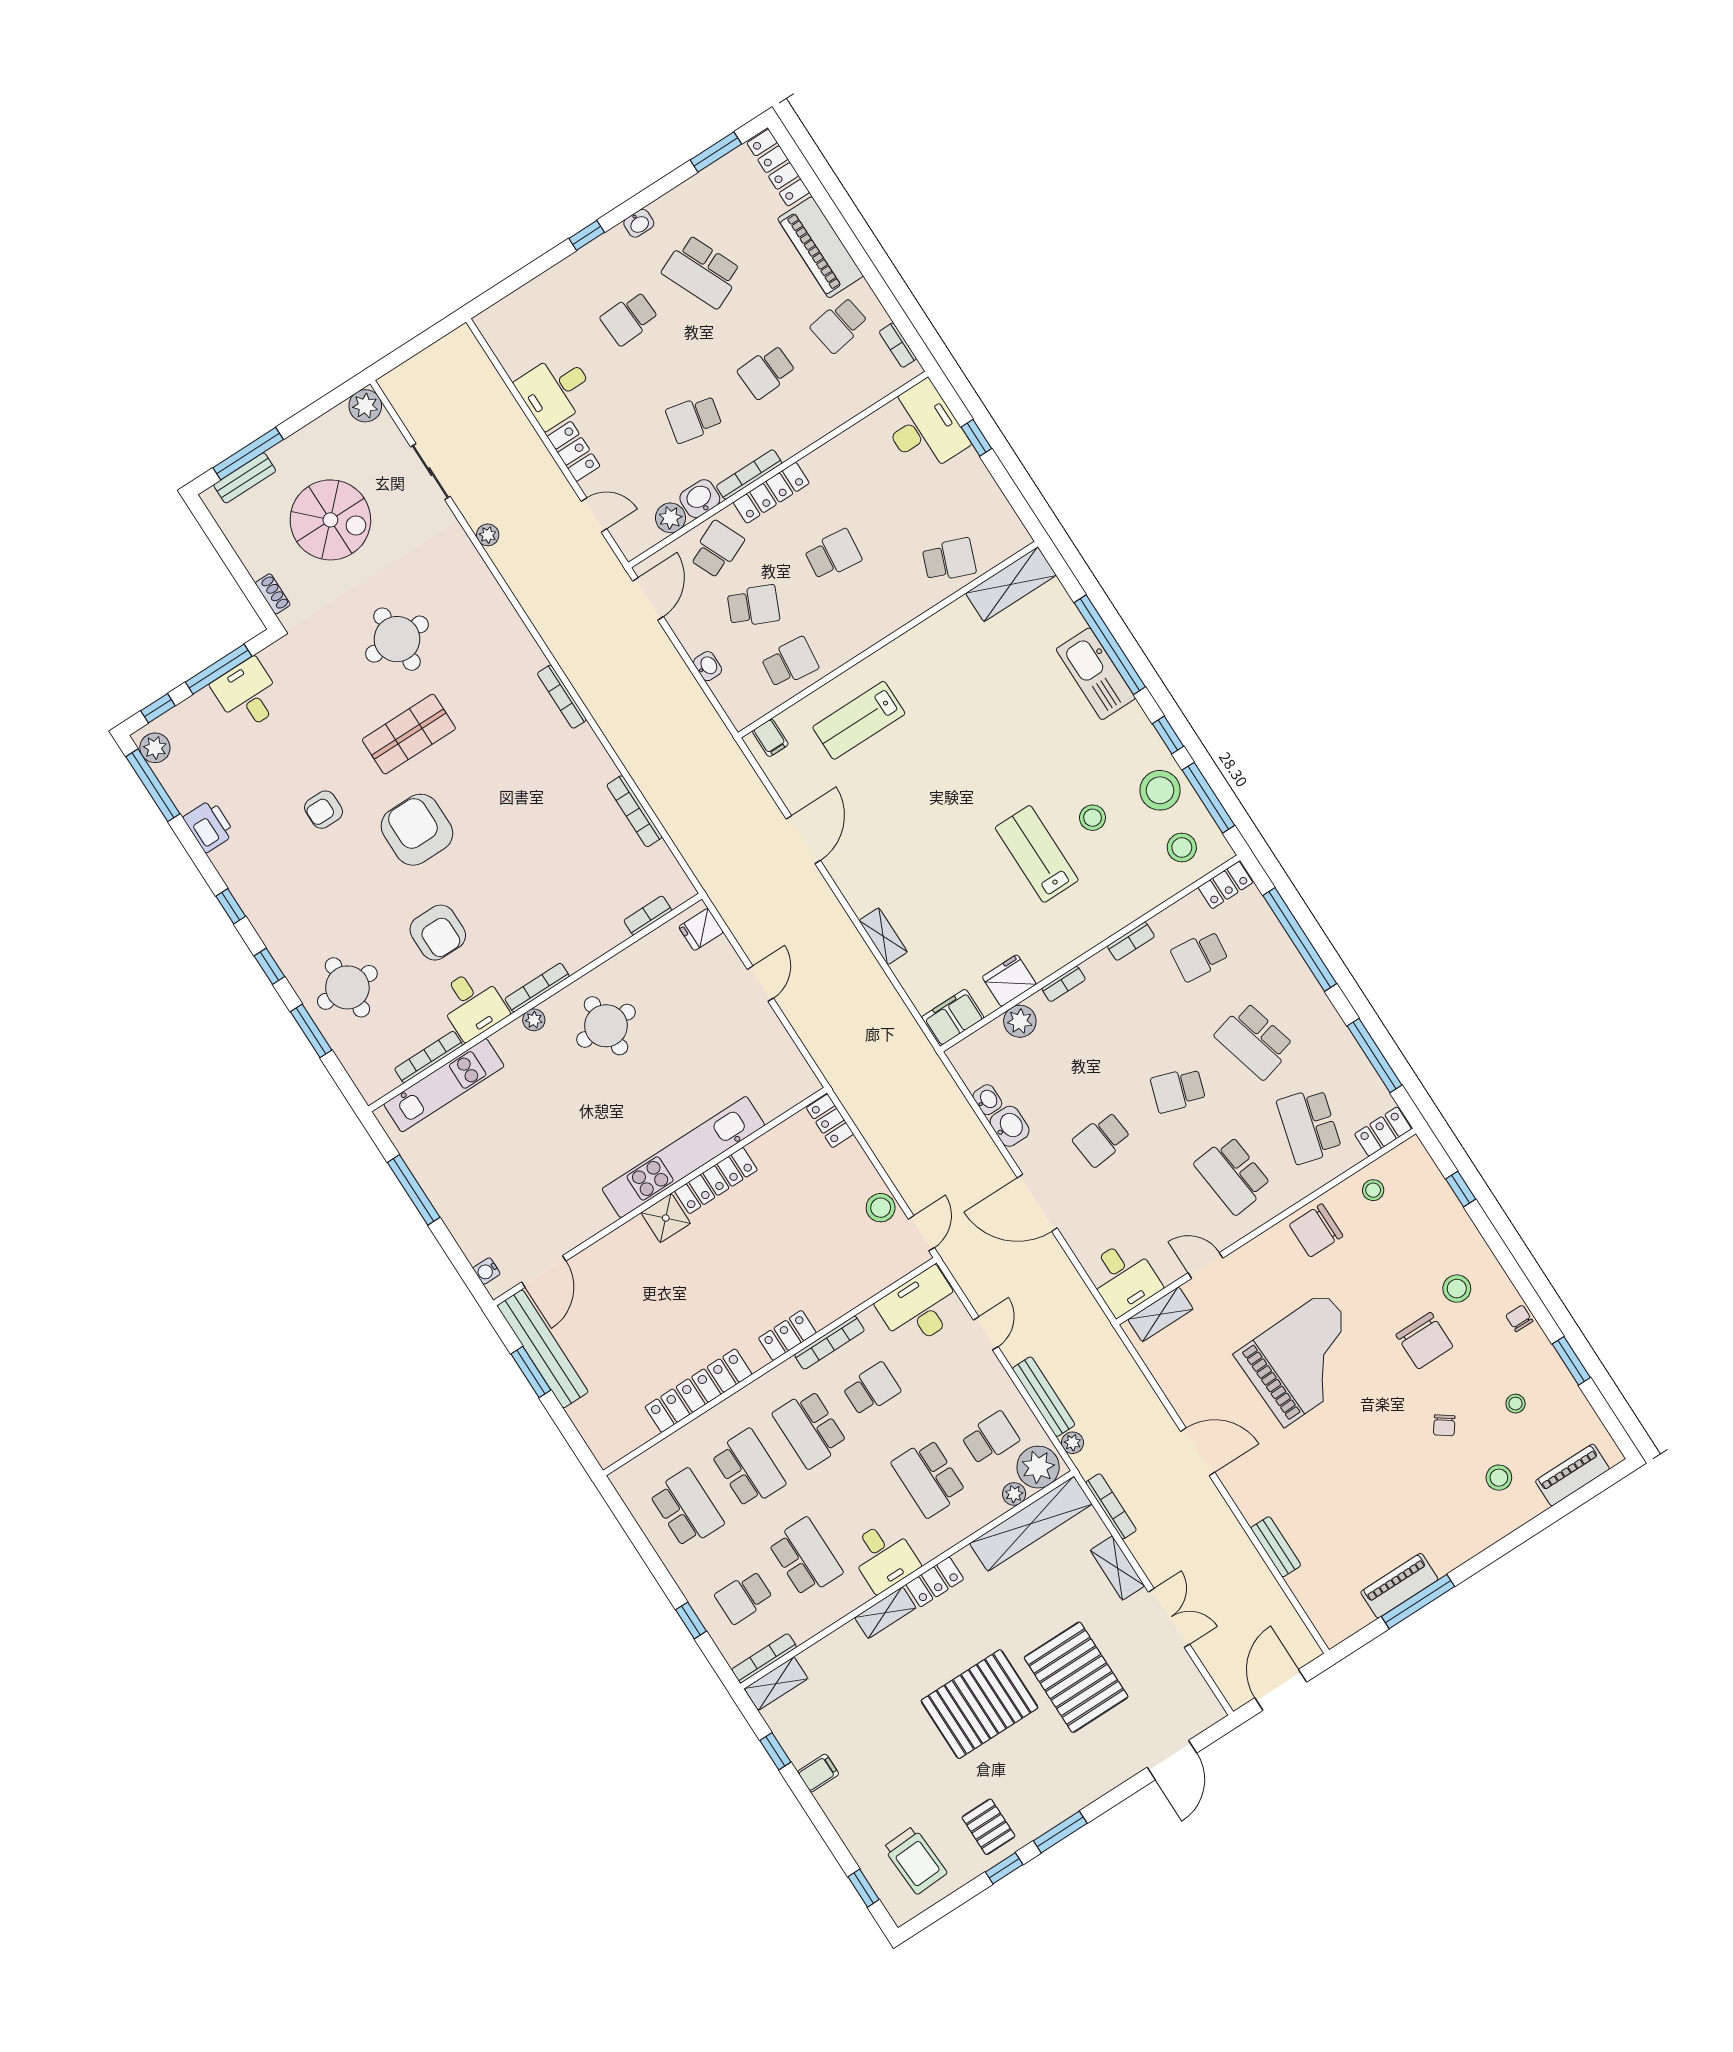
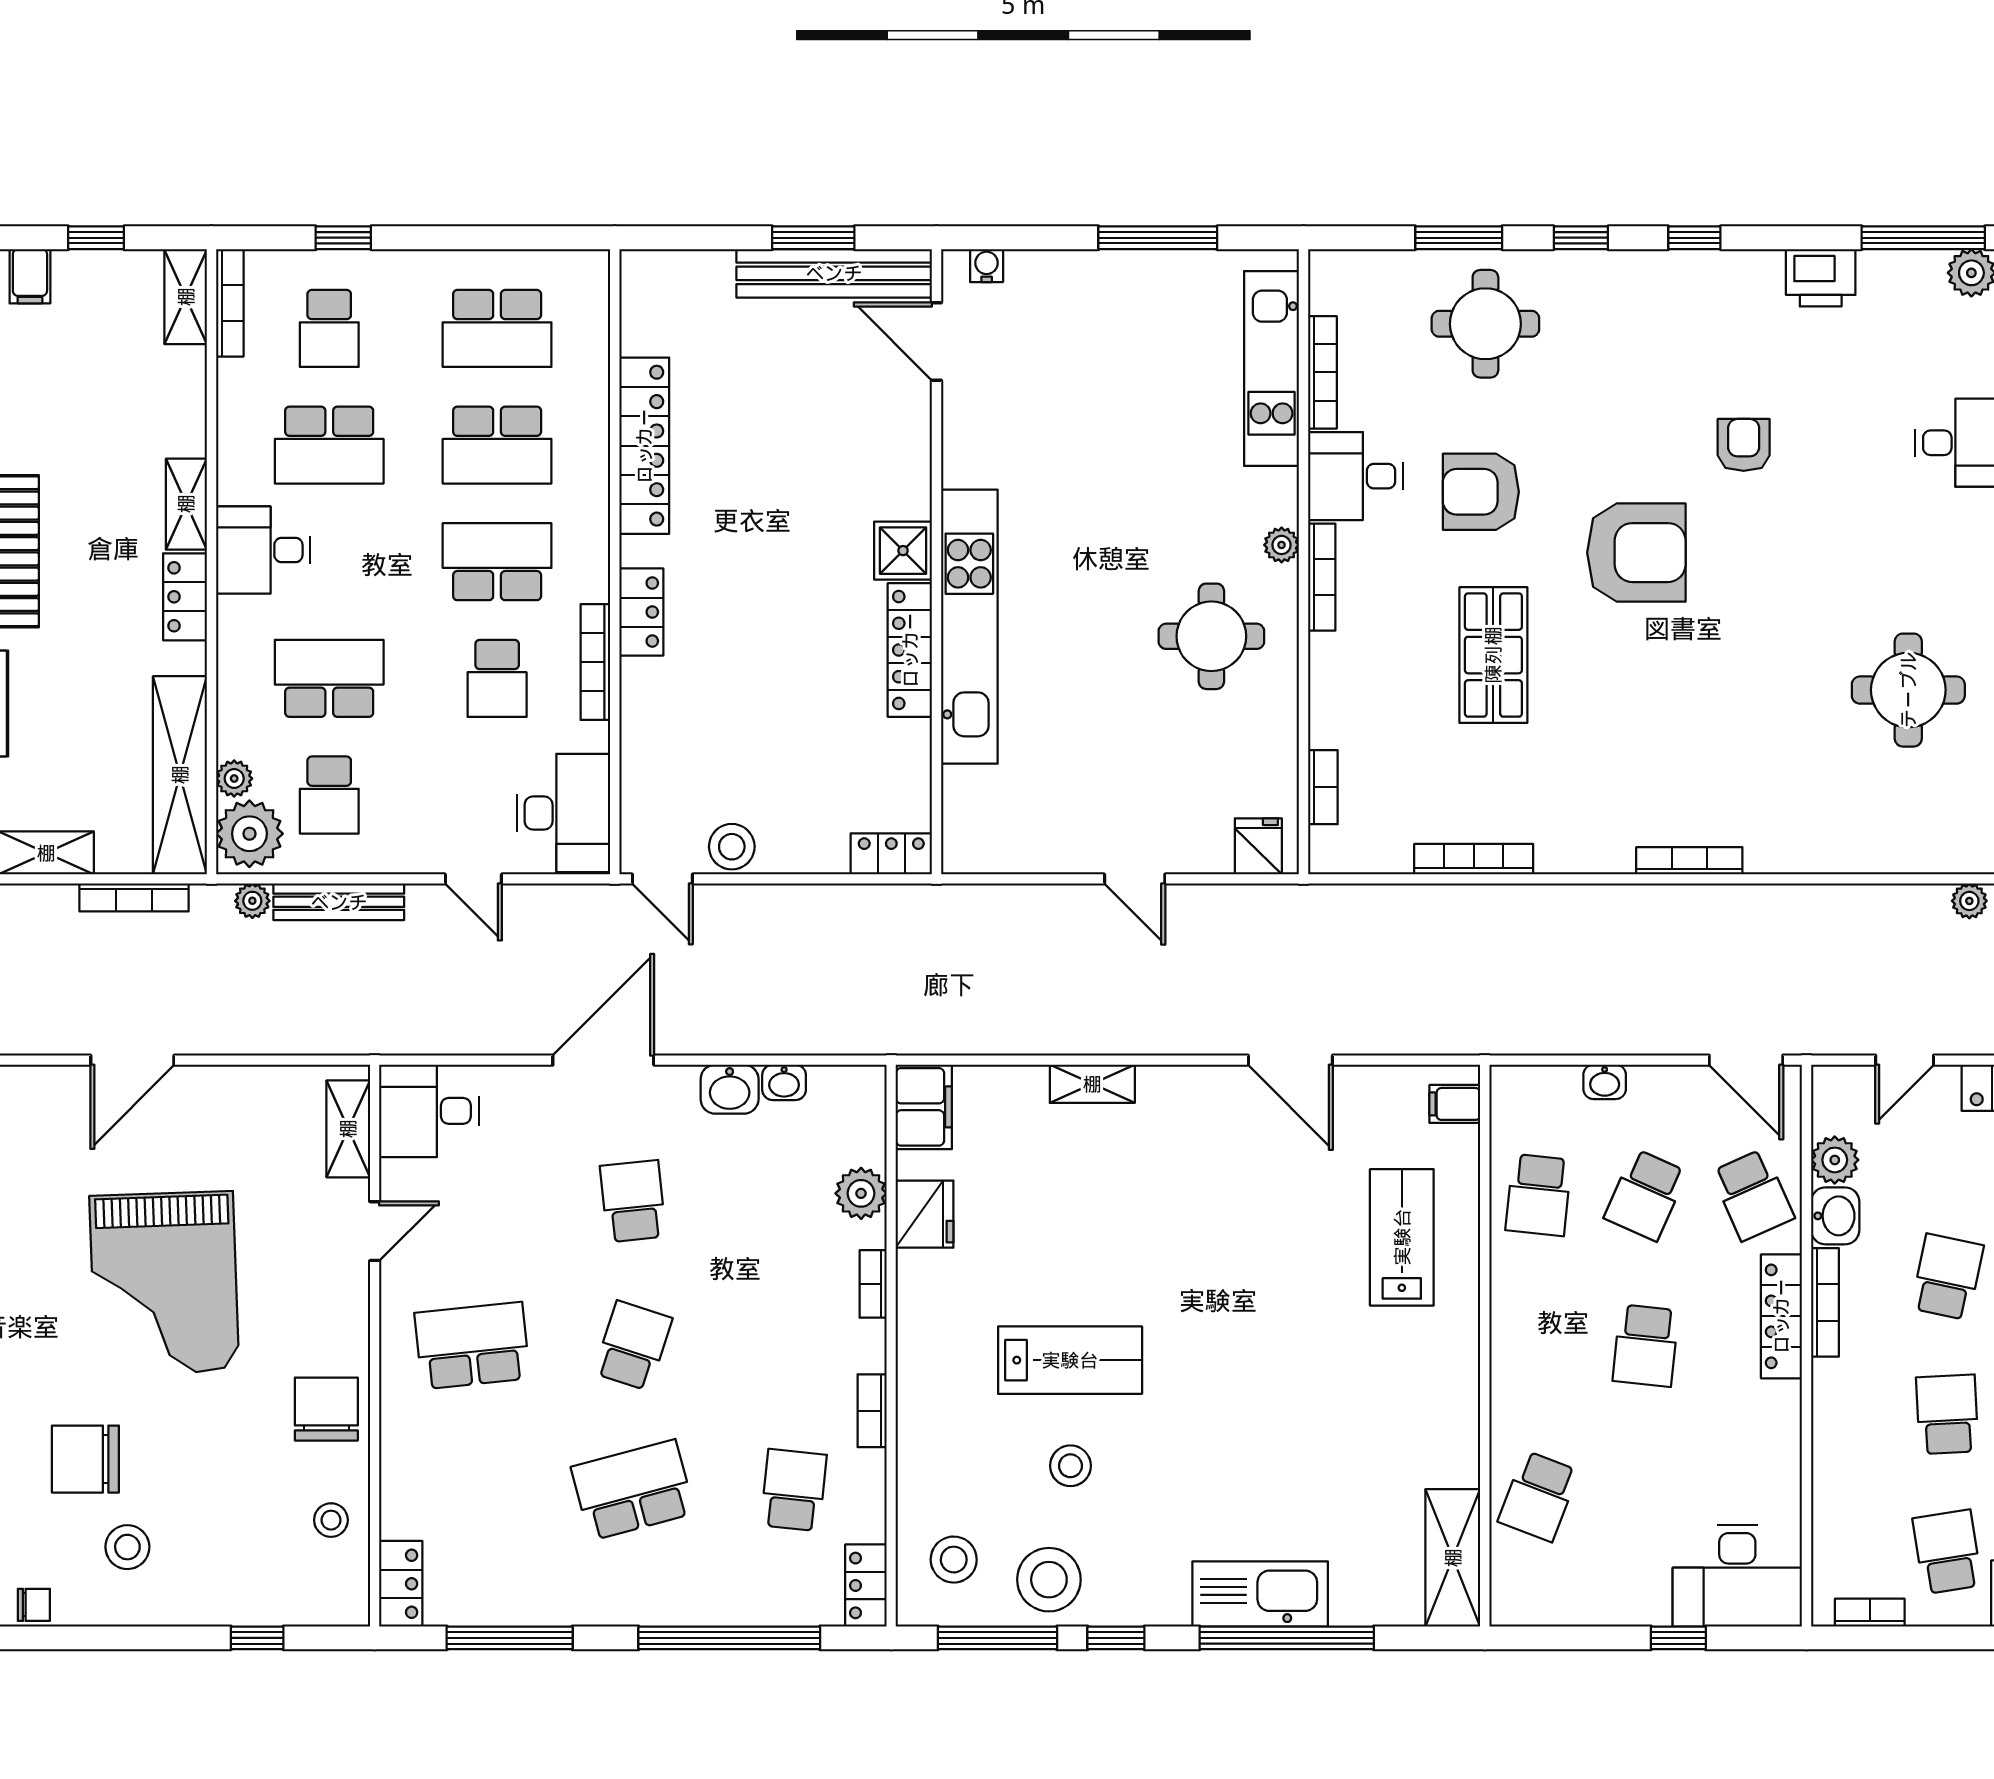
shop shelf: (409, 734) -> (1493, 655), moved
school desk: (1309, 1126) -> (472, 1490), removed
school desk: (744, 1597) -> (329, 328), turned 180

